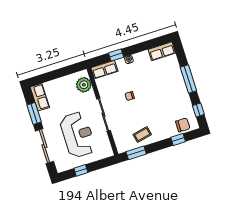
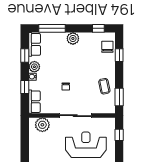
window: (148, 45) -> (25, 56), added
plant: (139, 58) -> (34, 67), added
window: (188, 79) -> (52, 28), moved
plant: (180, 88) -> (73, 38), added
window: (81, 170) -> (119, 135), moved

